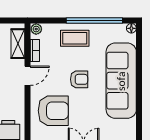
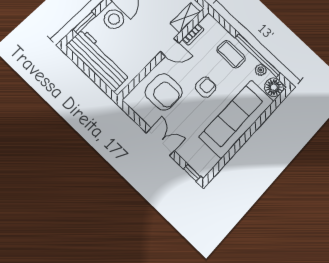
floor lamp: (131, 28) -> (274, 87), width x1.89, depth x1.89
plant: (36, 29) -> (261, 70), moved
armchair: (79, 79) -> (206, 87), turned -89

